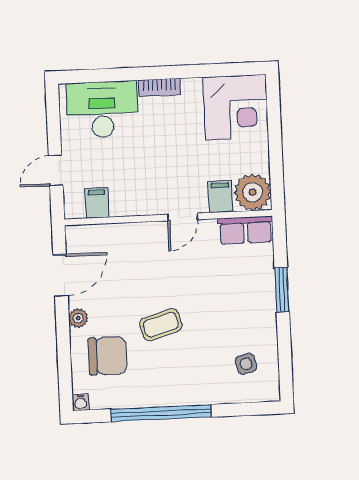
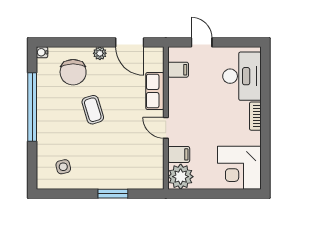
row of seats: (246, 230) -> (155, 91), moved

